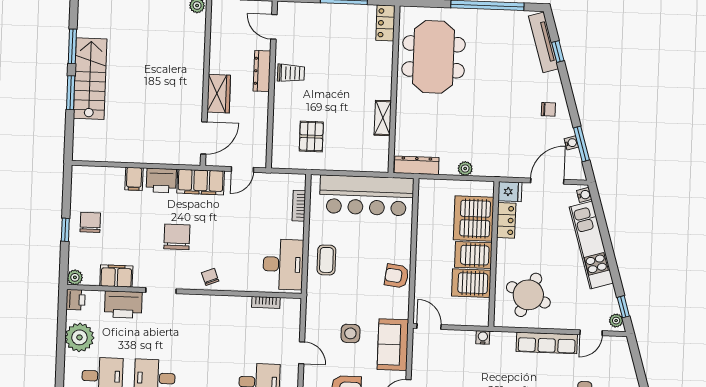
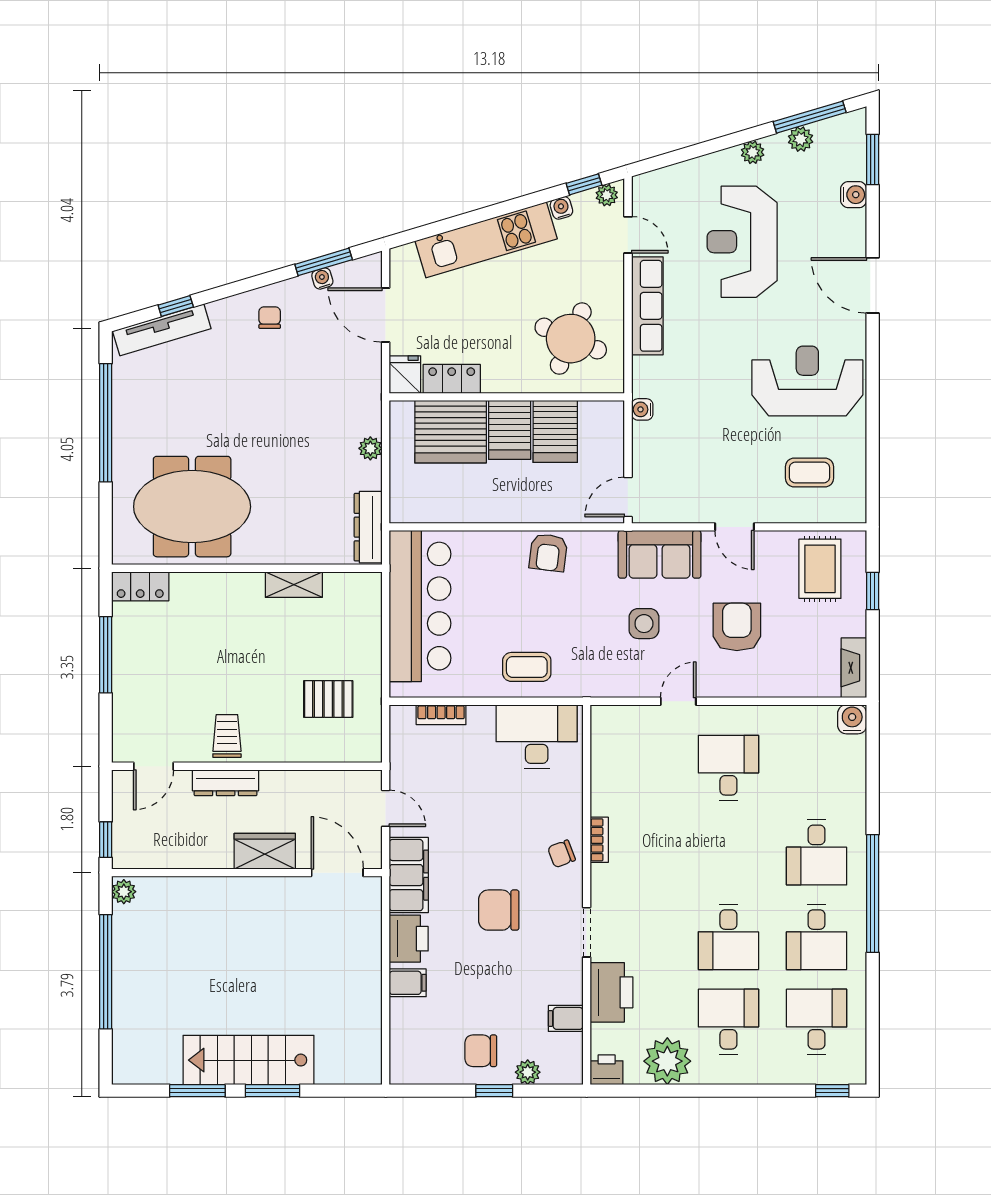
water cooler: (584, 195) -> (561, 208), moved
filing cabinet: (116, 276) -> (566, 1018), width x0.50
plant: (75, 277) -> (528, 1072), moved
bookcase: (266, 302) -> (599, 840), moved

